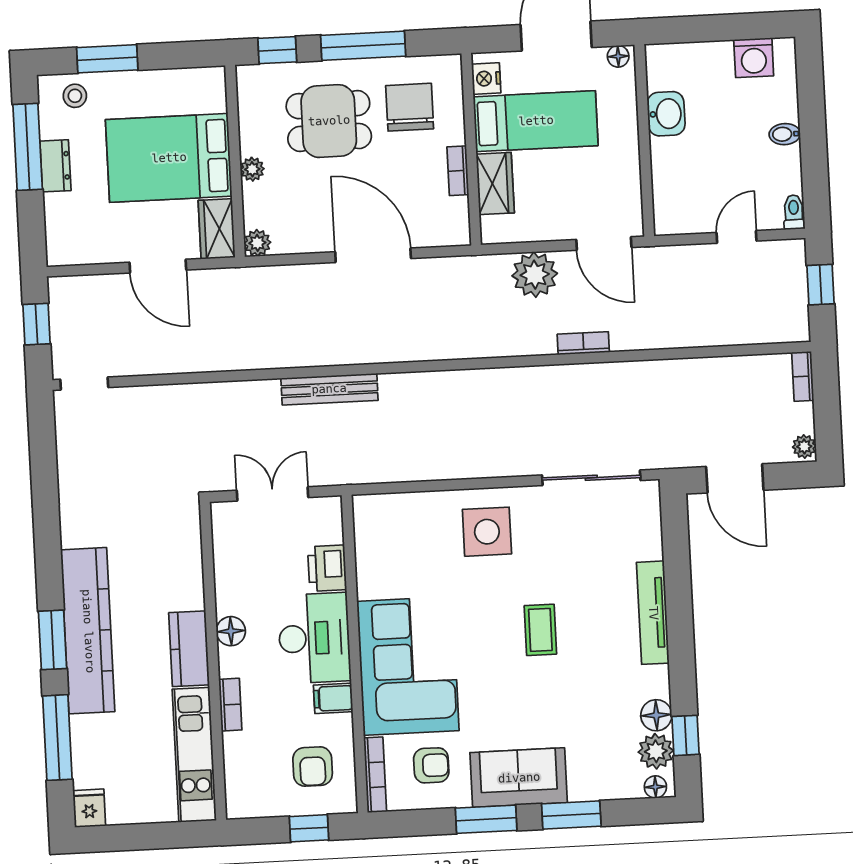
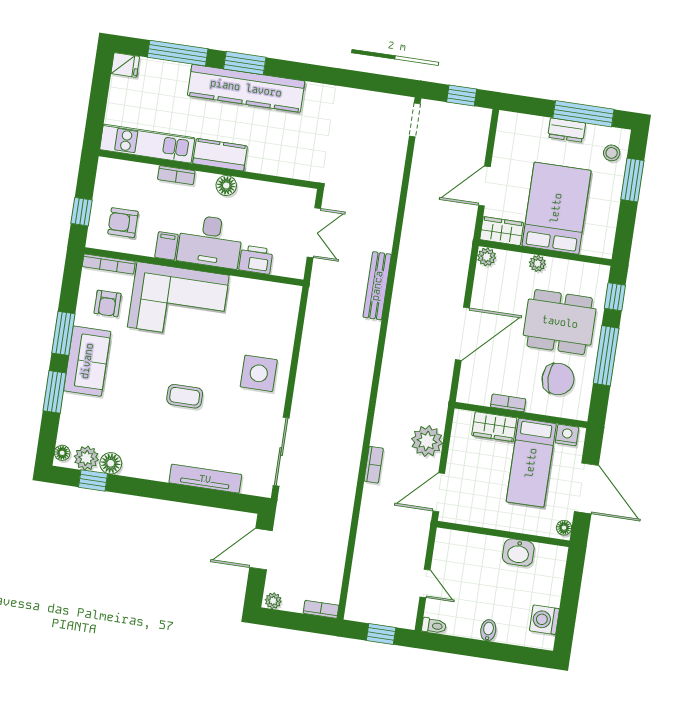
dining table: (329, 121) -> (560, 322), width x1.38
tv unit: (653, 613) -> (205, 479), moved

